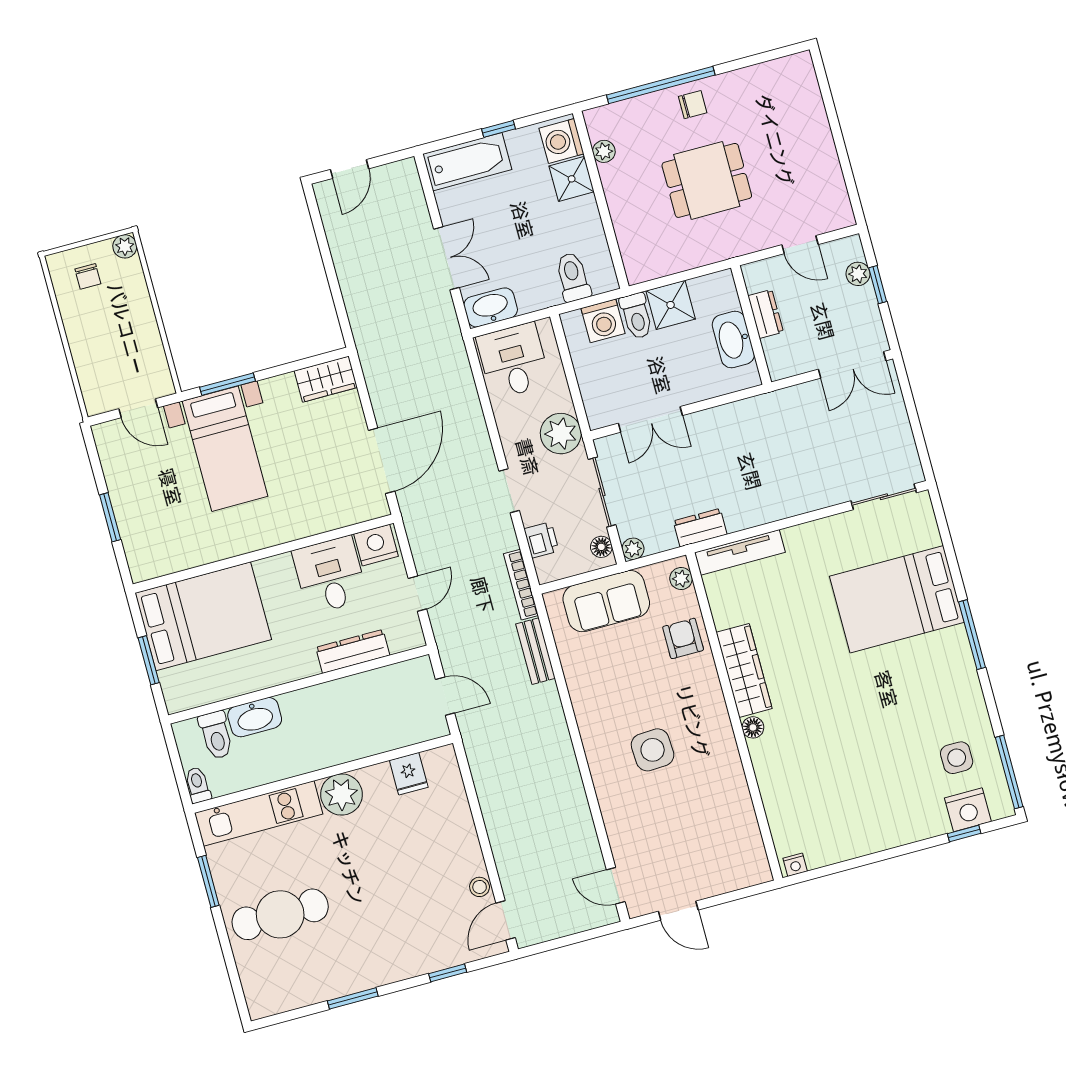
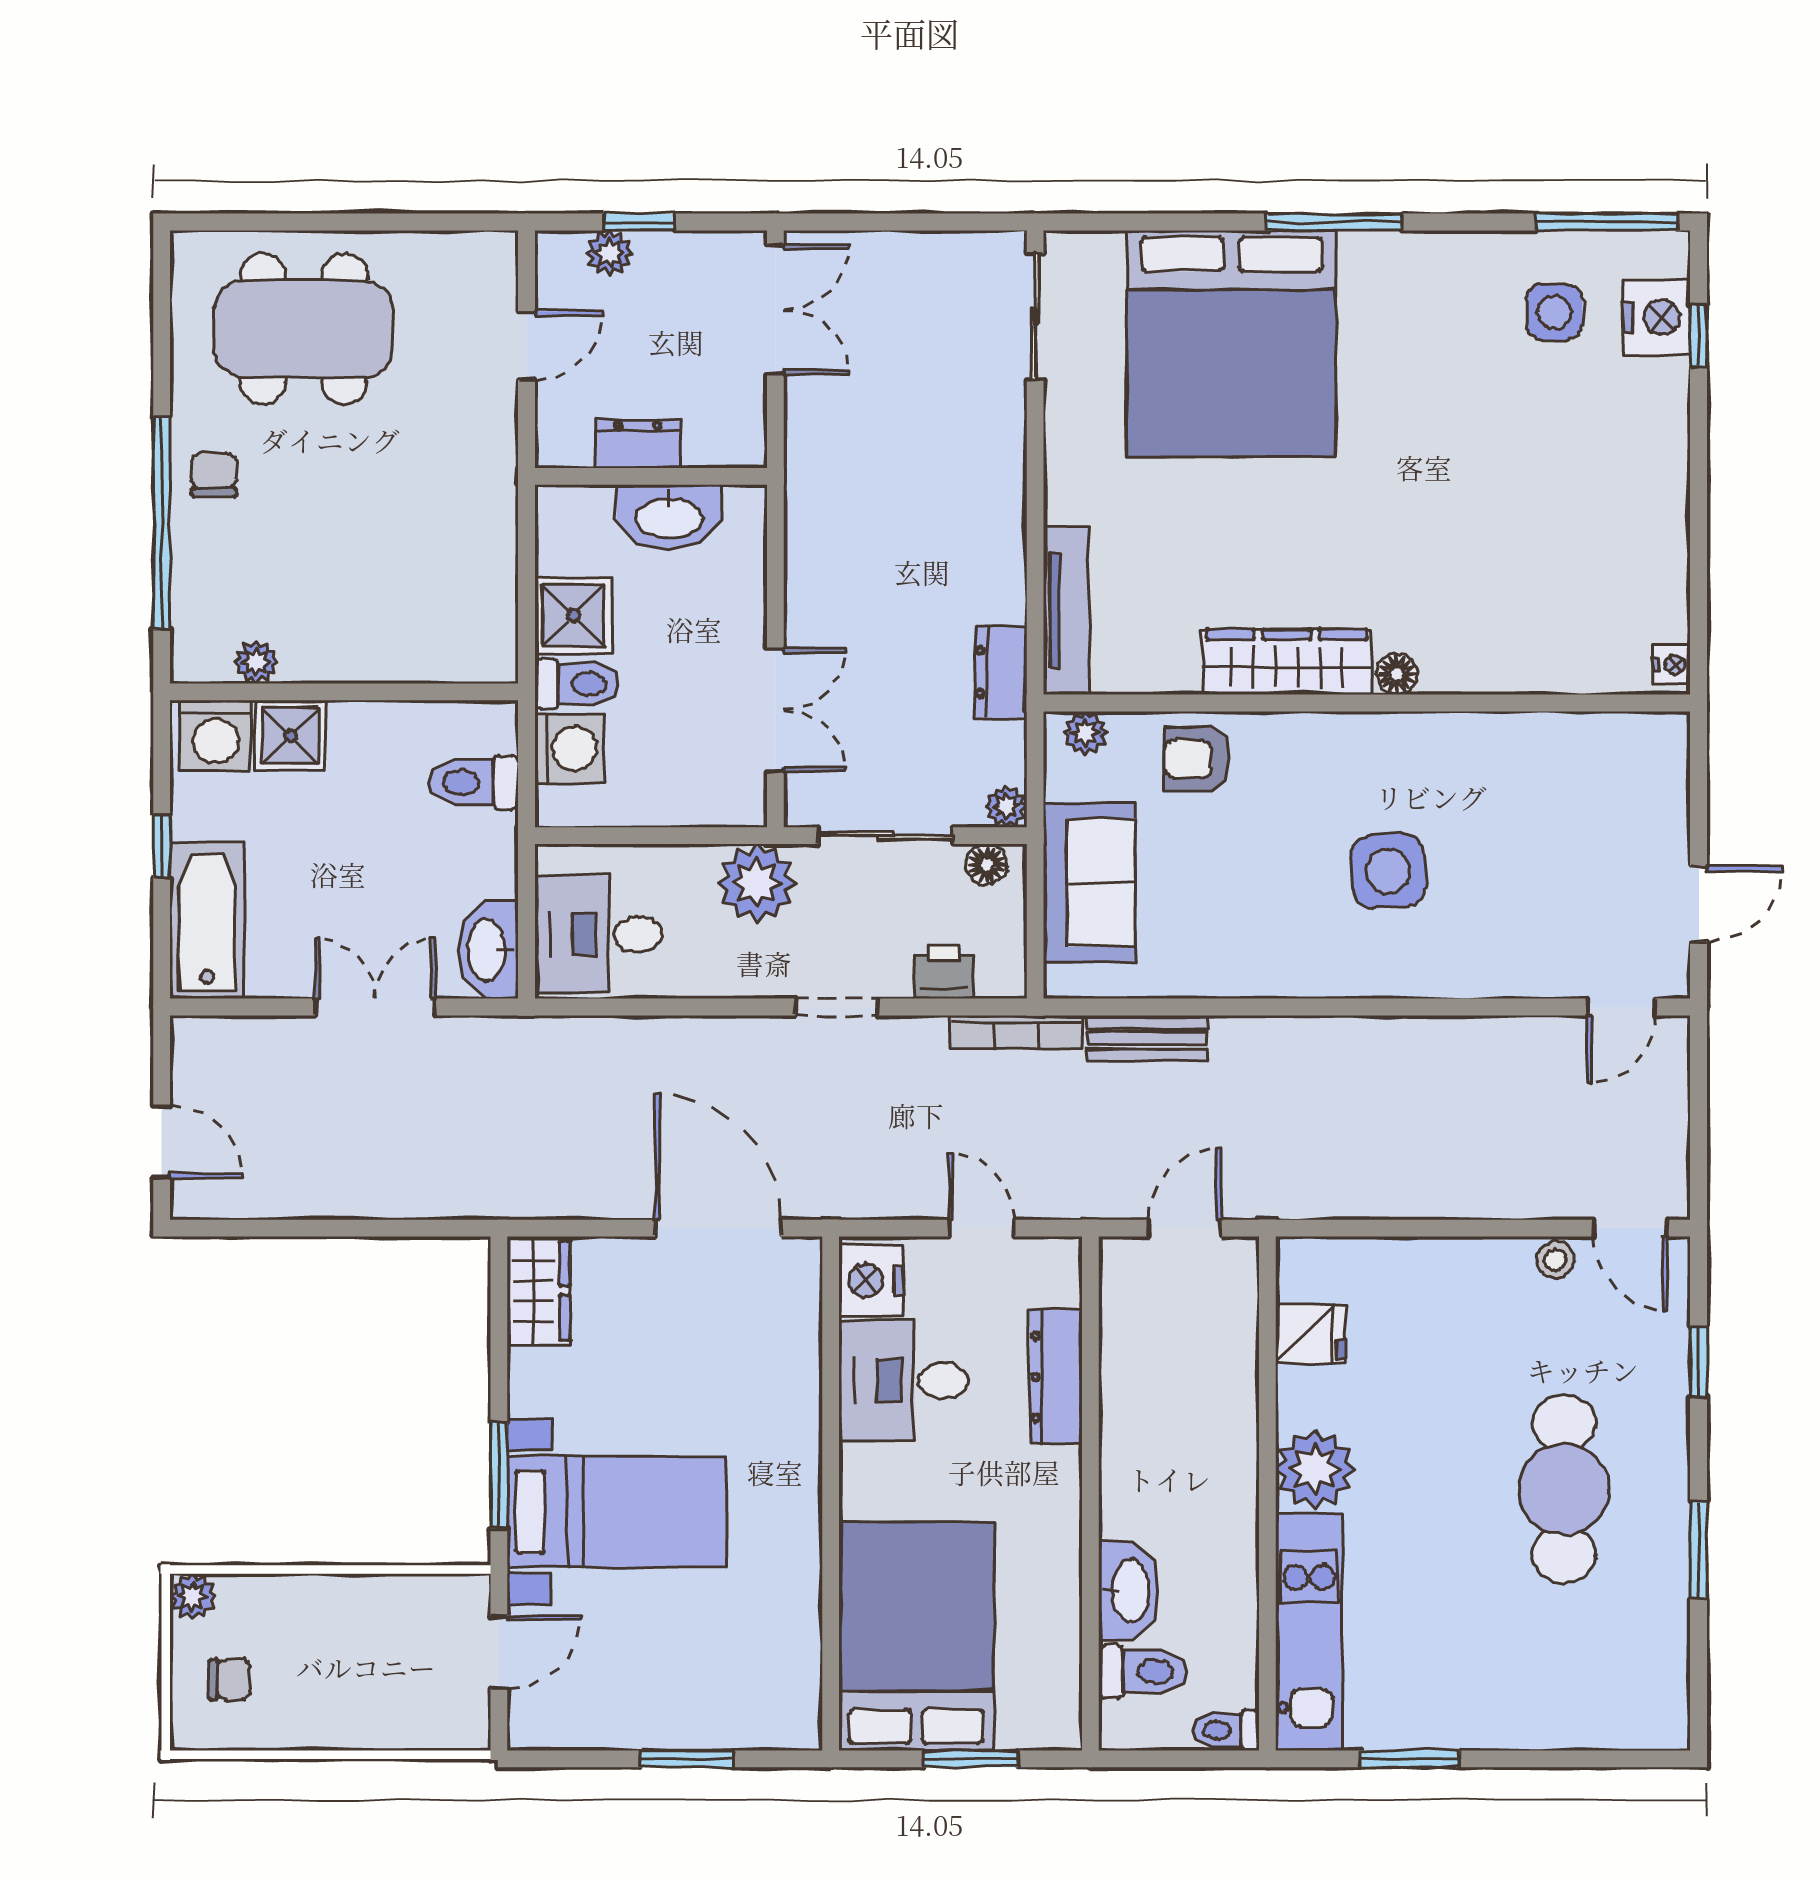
dining table: (707, 180) -> (304, 329), moved, width x1.38
bed: (897, 599) -> (1231, 344), width x1.36
cafe table: (280, 914) -> (1564, 1489), moved

